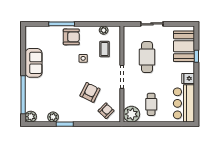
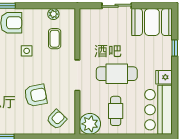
booth: (184, 46) -> (152, 22), moved, turned 90
cafe table: (147, 57) -> (117, 74), moved, turned 90
armchair: (90, 92) -> (36, 95), turned 53

